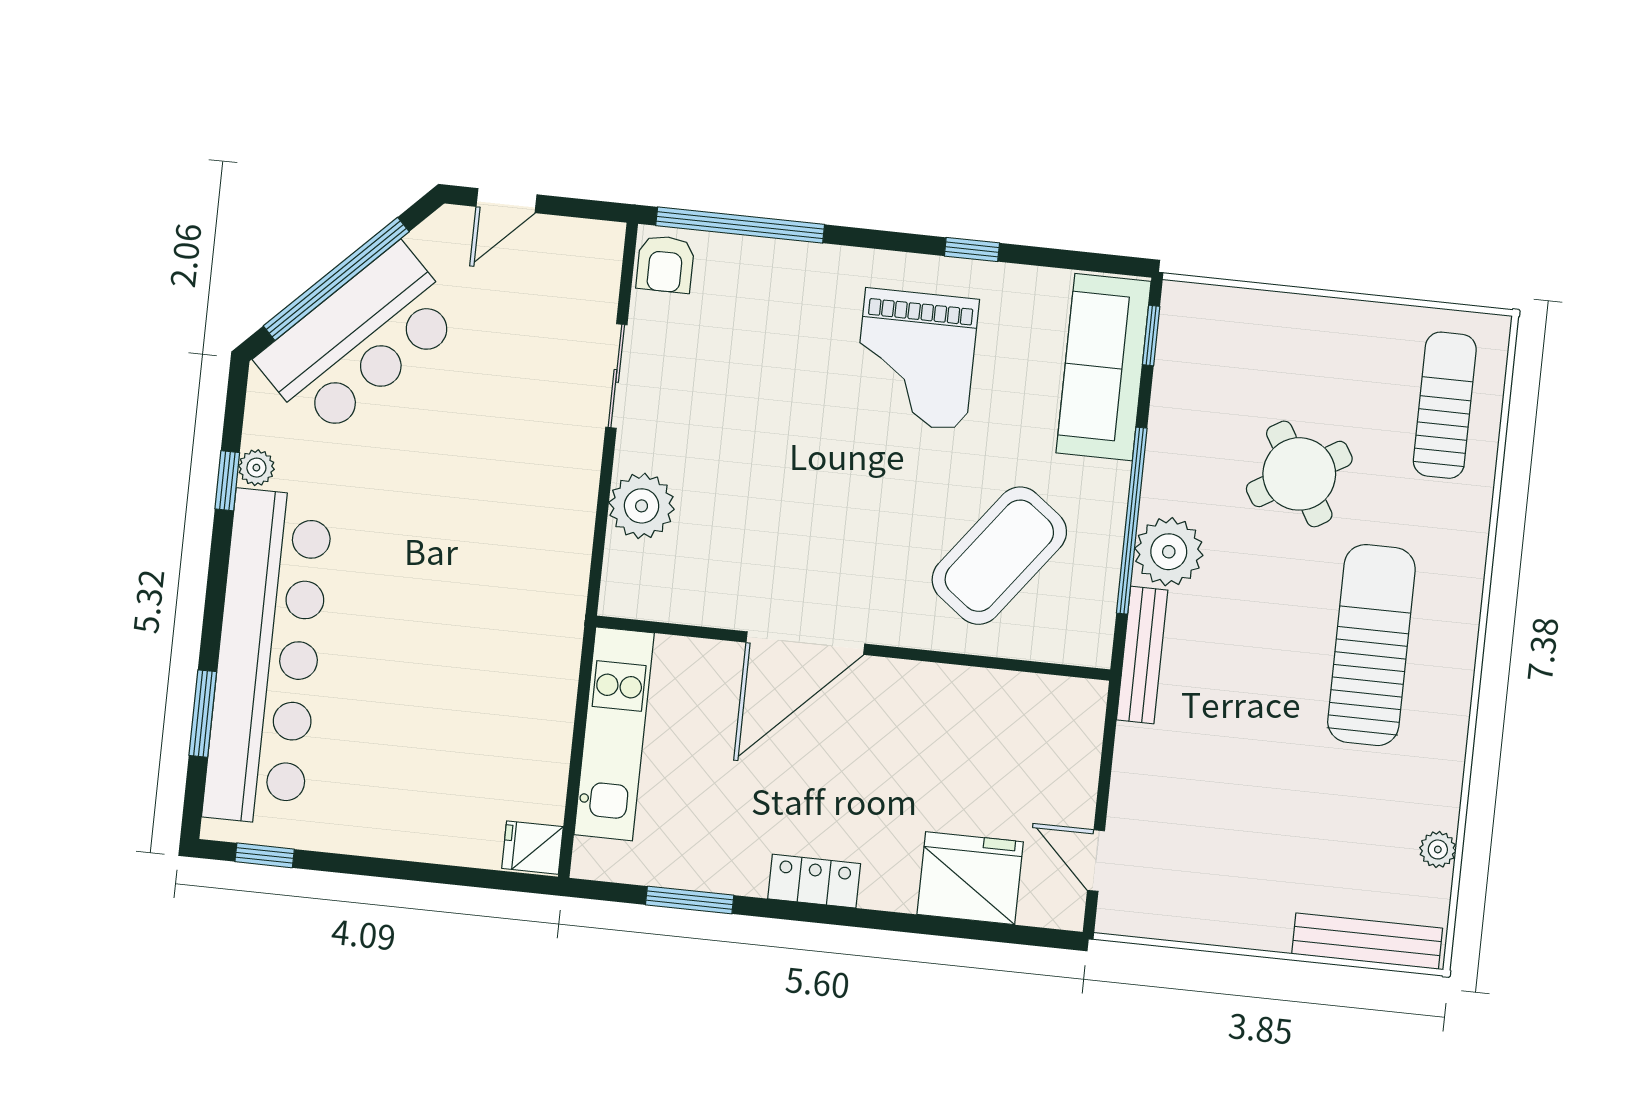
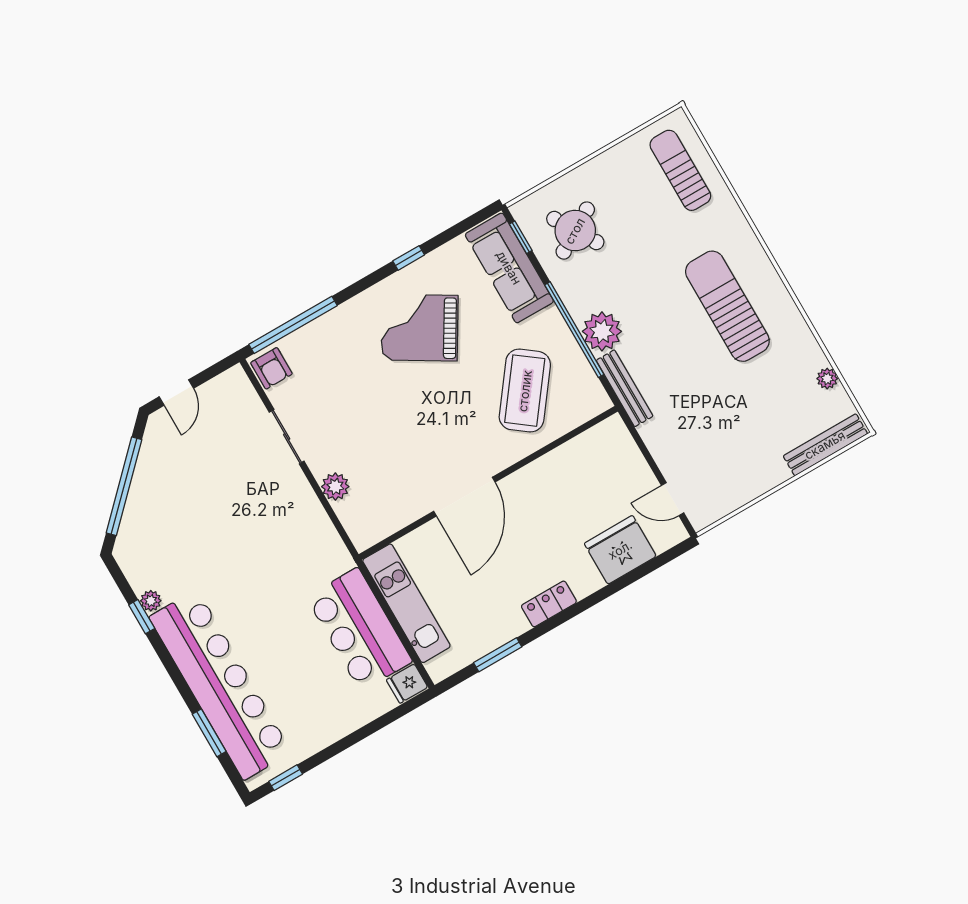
bar counter: (360, 340) -> (359, 629), moved, turned 135
grand piano: (916, 359) -> (420, 328), turned 121
round table: (1299, 474) -> (575, 231), moved
plant: (642, 506) -> (335, 487), width x0.73, depth x0.73

